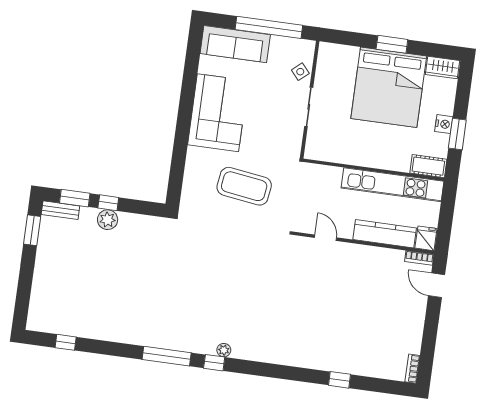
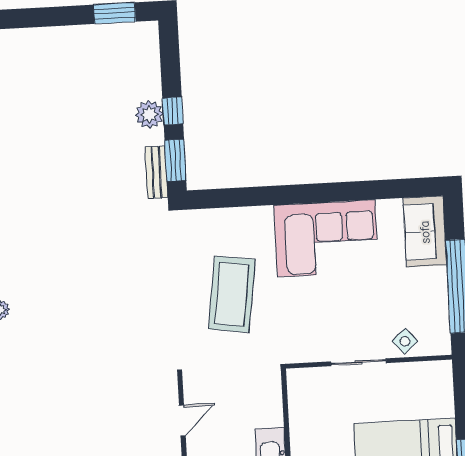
sofa: (235, 44) -> (425, 232), width x0.73
window: (75, 198) -> (175, 160), moved
bench: (60, 210) -> (157, 172), moved

